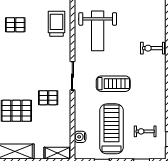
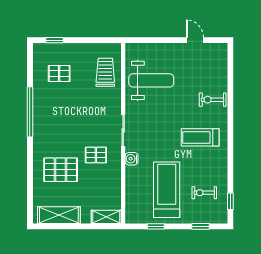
weight bench: (98, 31) -> (151, 80), turned -90
treadmill: (113, 84) -> (200, 137), moved, turned 180
water cooler: (80, 137) -> (132, 159), moved

